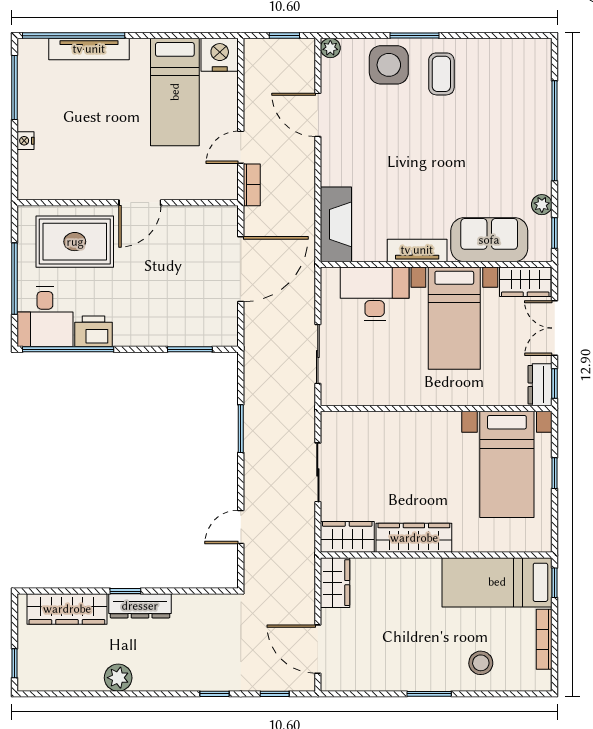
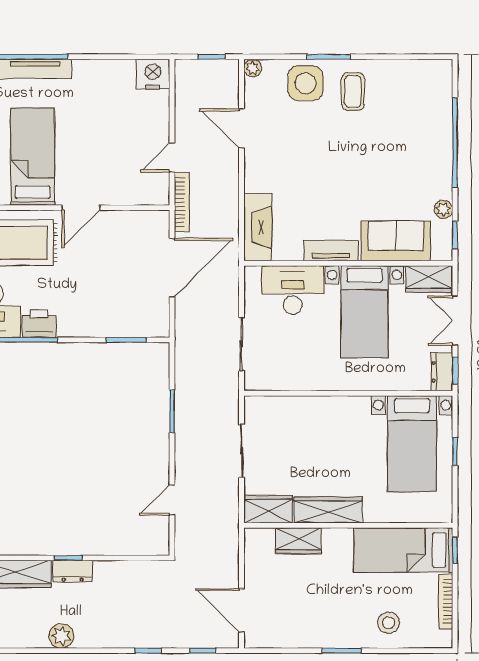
bed: (175, 92) -> (33, 157), moved, turned 180
bookcase: (252, 185) -> (182, 202), width x1.56
wardrobe: (335, 583) -> (298, 541), moved, turned 90
dresser: (140, 606) -> (73, 571), width x0.70

